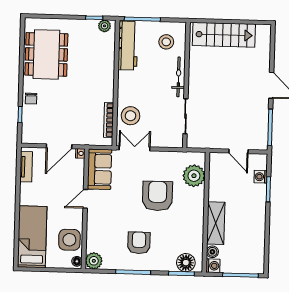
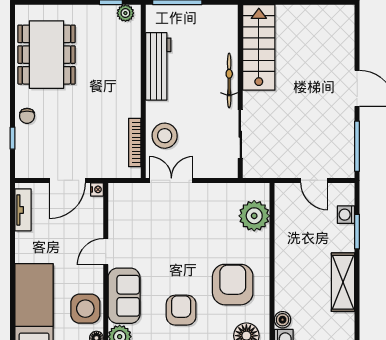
stairs: (224, 35) -> (259, 47), moved, turned -90
stool: (166, 42) -> (211, 33), removed
workbench: (128, 46) -> (158, 66), moved
sofa: (100, 169) -> (124, 296), moved
armchair: (157, 196) -> (233, 285), moved
shelving: (216, 223) -> (343, 282), moved

